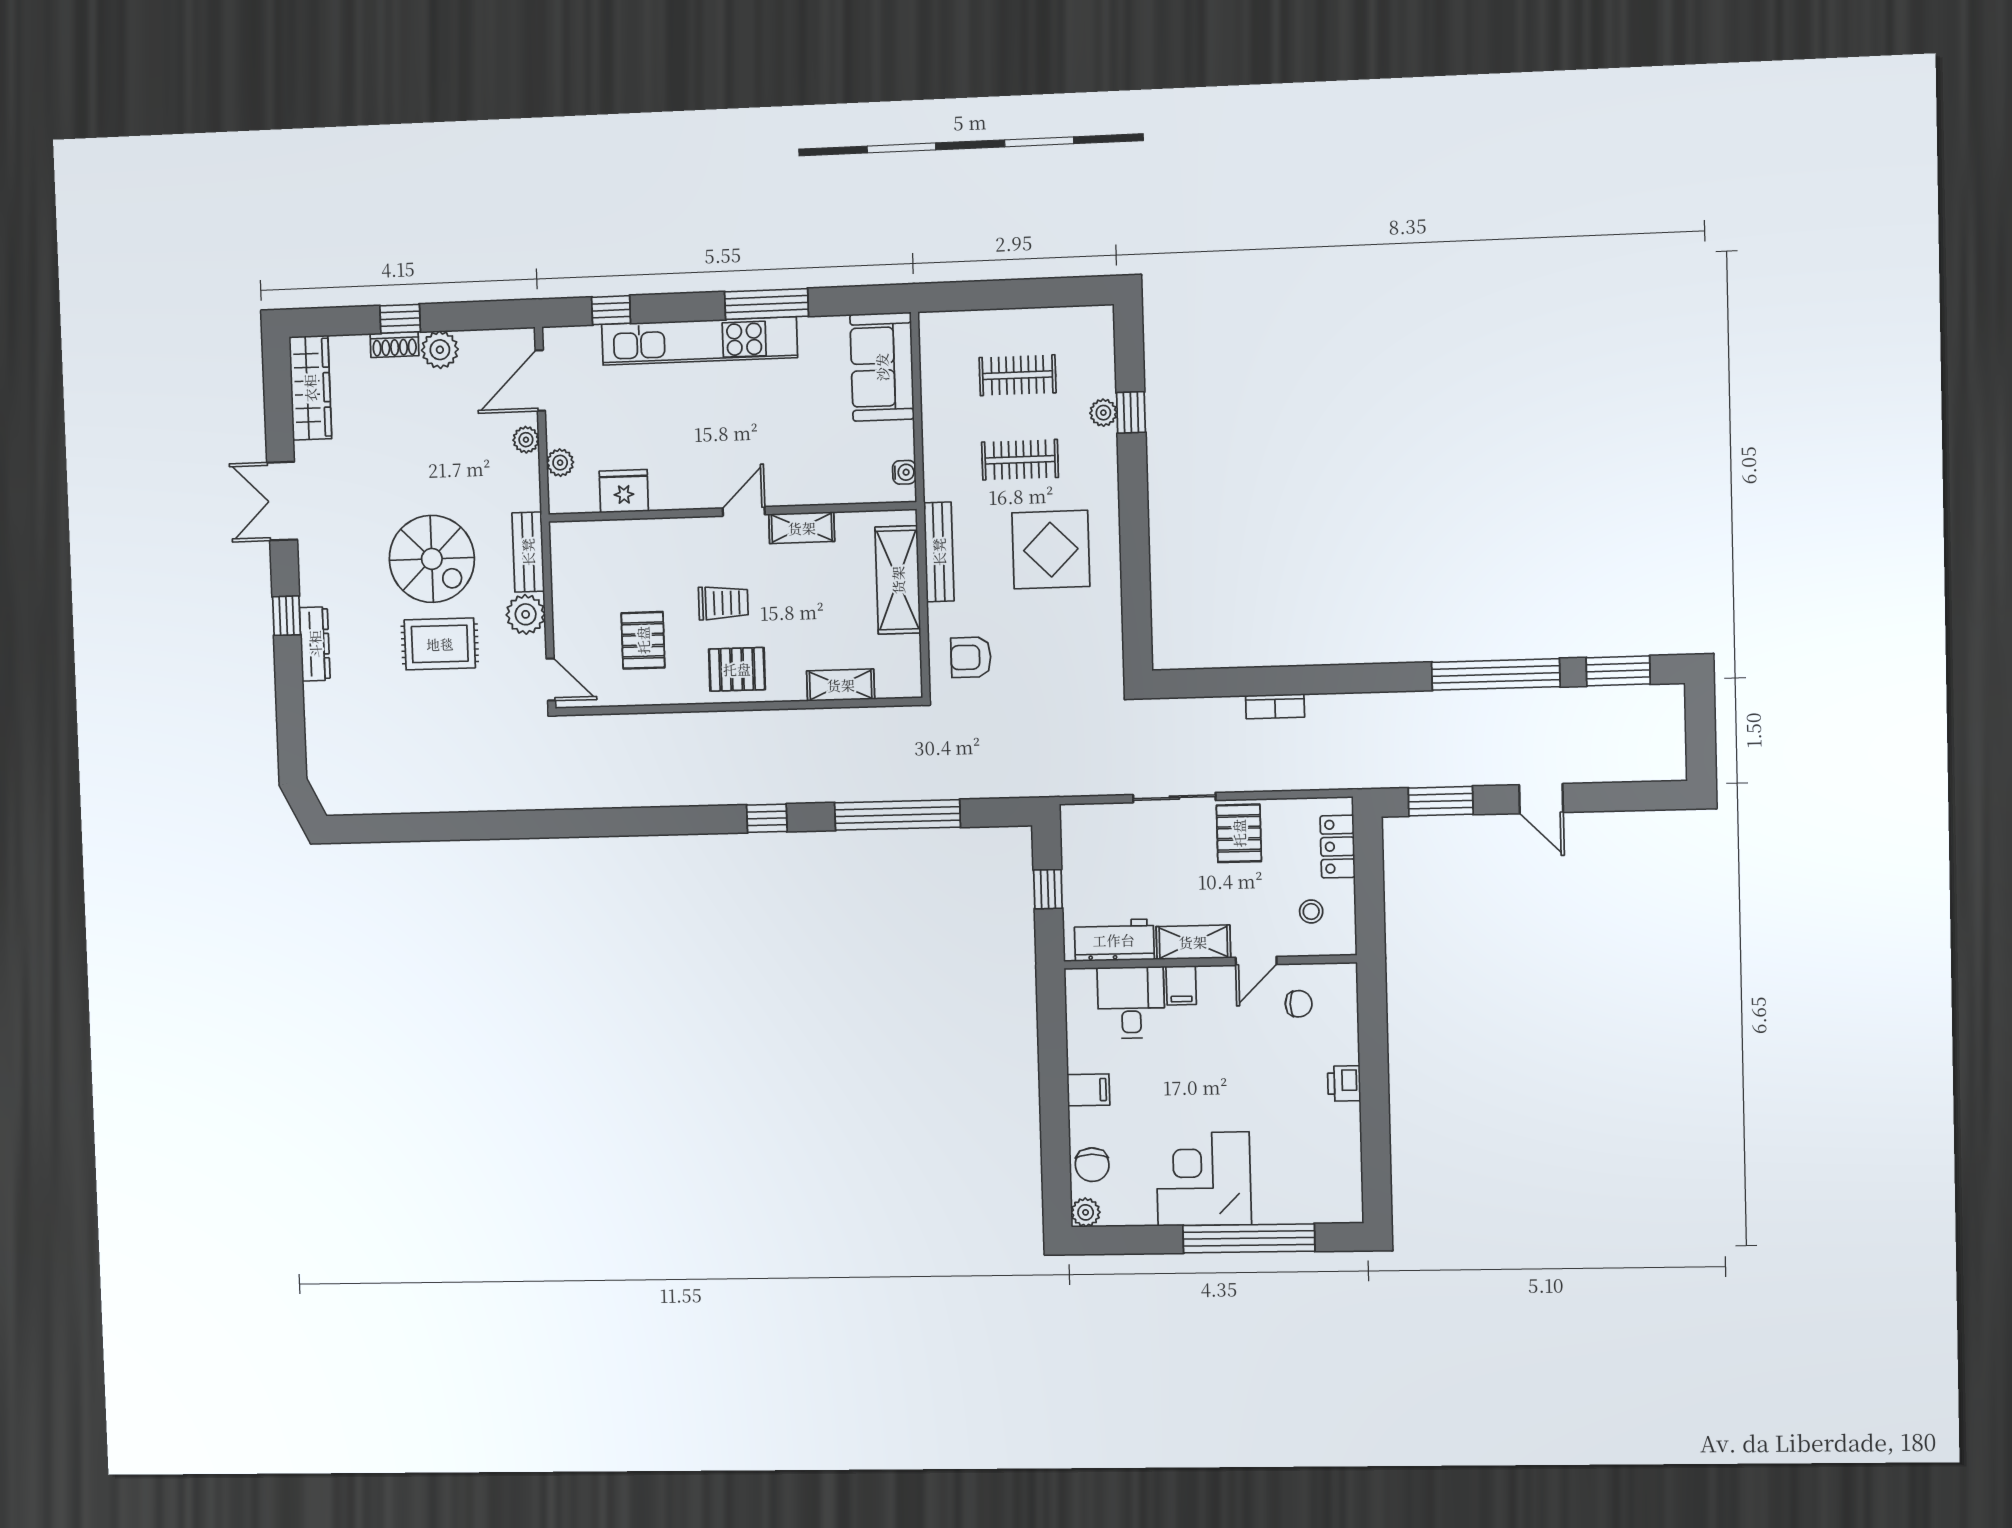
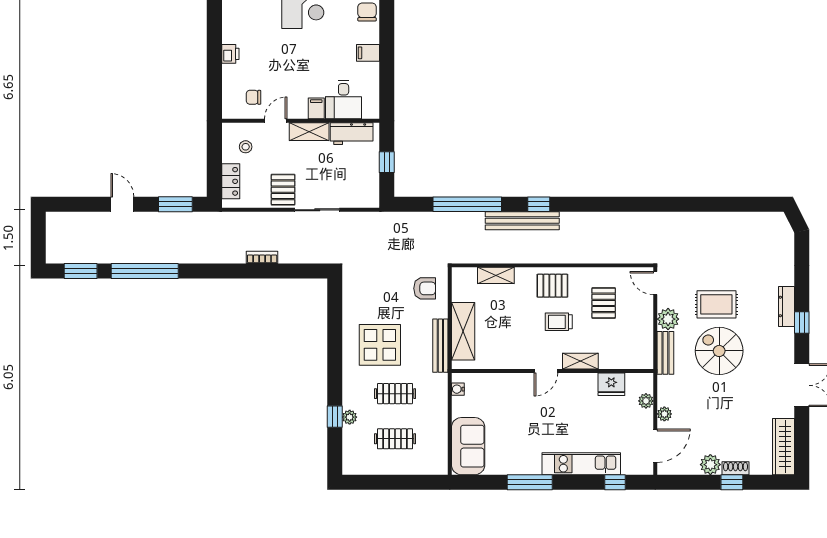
kitchen unit: (699, 341) -> (581, 464), width x0.73
shelving: (802, 528) -> (580, 361), moved
bench: (796, 787) -> (522, 221), added

